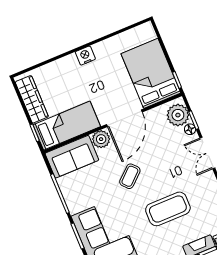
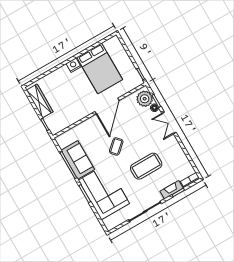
bed: (151, 73) -> (100, 68), moved, turned 180
bed: (67, 126) -> (67, 116), removed
plant: (101, 139) -> (92, 123), removed
sofa: (72, 157) -> (78, 160), moved, turned -90

